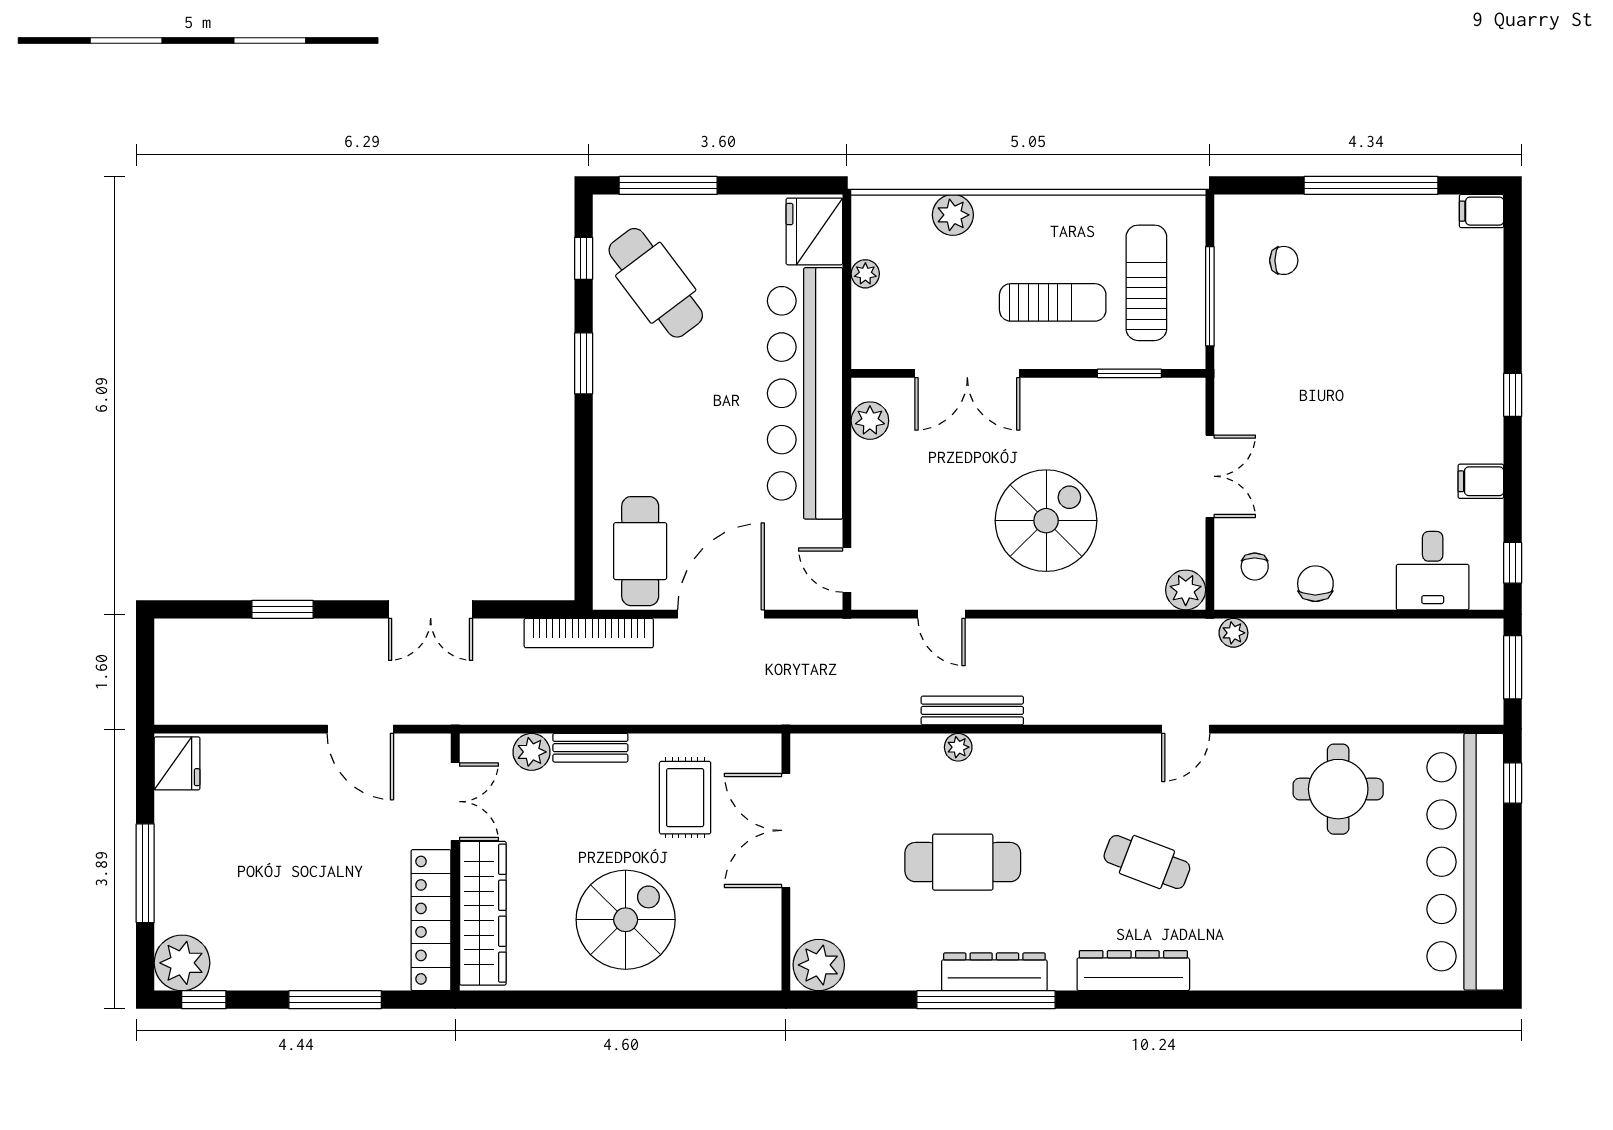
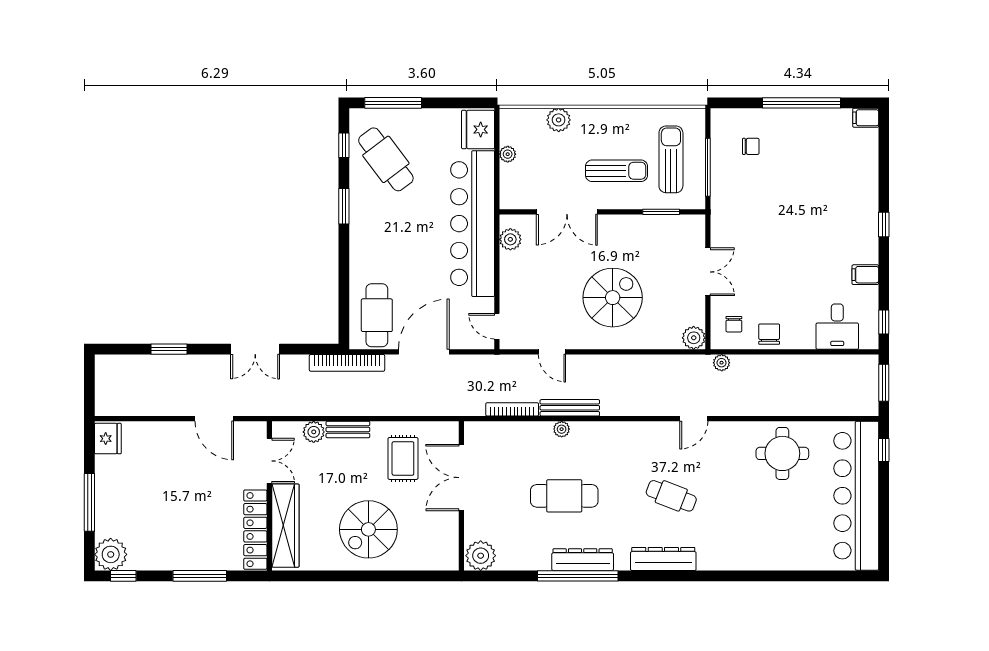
bookcase: (873, 713) -> (512, 409), added
spiral stairs: (626, 920) -> (368, 529), turned 180

